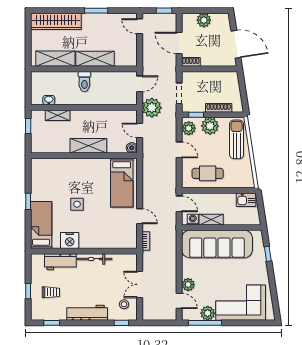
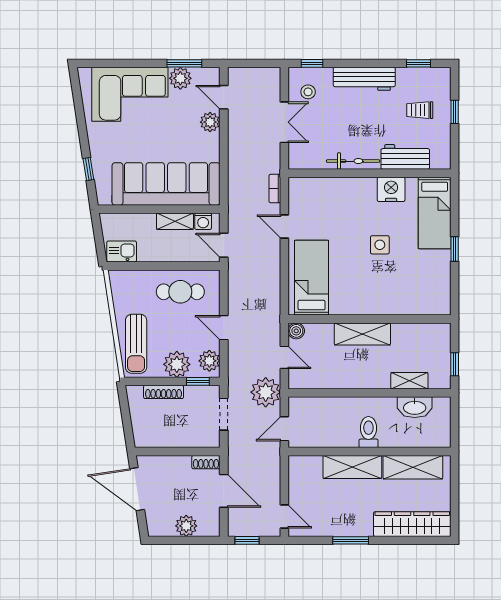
washbasin: (49, 100) -> (415, 407), width x1.91, depth x1.45
window: (205, 323) -> (184, 63), width x0.69

